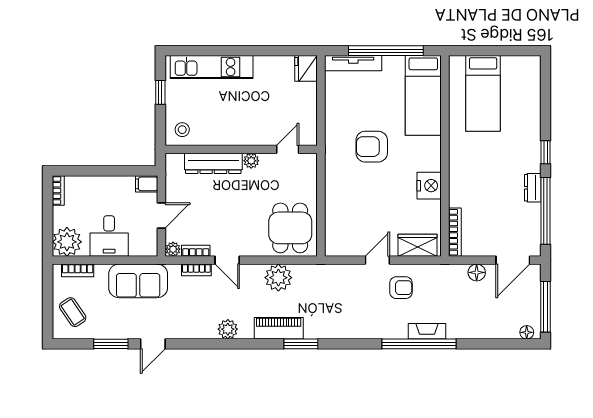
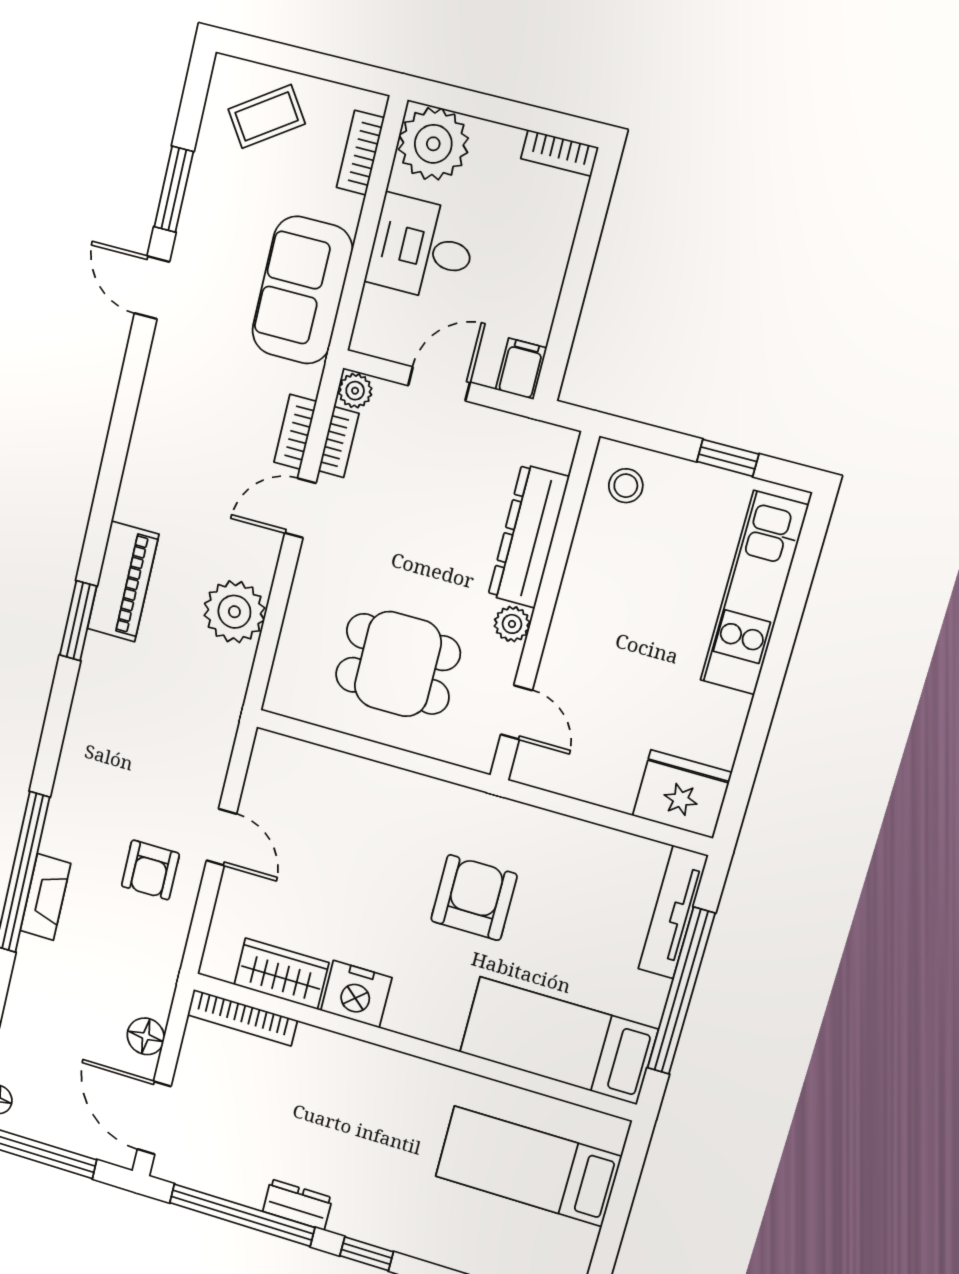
fridge: (306, 68) -> (682, 794), width x1.36, depth x1.34
door: (161, 216) -> (439, 384), swing flipped
dining table: (290, 228) -> (398, 664), moved
wardrobe: (418, 245) -> (281, 974), moved, turned -90
plant: (228, 329) -> (146, 467), removed

